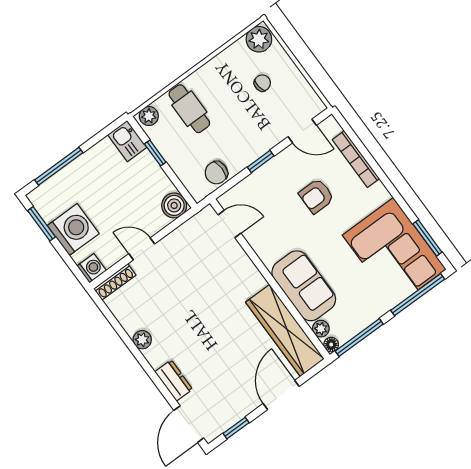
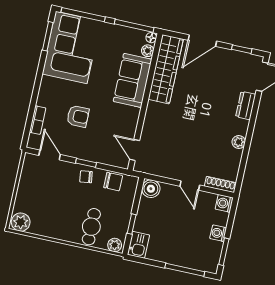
chair: (262, 83) -> (86, 177), moved
bookcase: (356, 159) -> (38, 120), width x0.64
washing machine: (73, 230) -> (218, 233), width x0.53, depth x0.53

